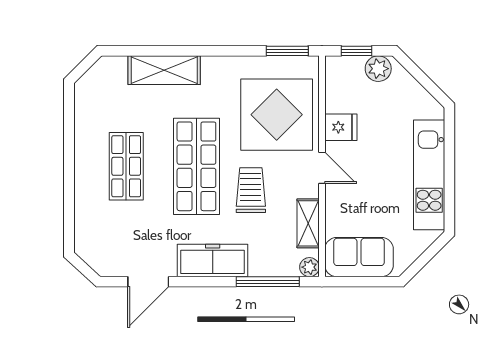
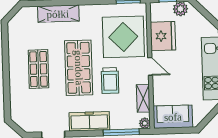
fridge: (341, 127) -> (163, 36), width x1.88, depth x1.34
trolley: (251, 190) -> (110, 80), turned 180

